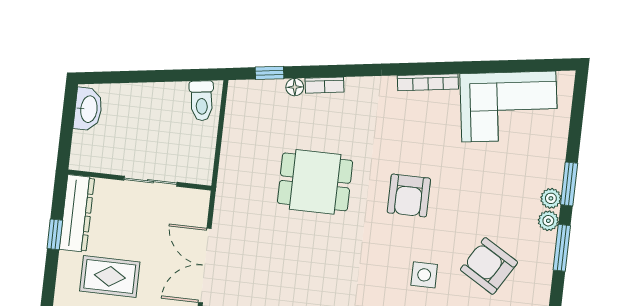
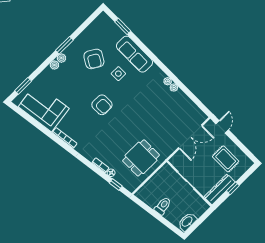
toilet: (202, 101) -> (163, 206), moved
dining table: (315, 182) -> (141, 158), moved, turned 90
window: (569, 184) -> (23, 86), moved
armchair: (409, 195) -> (102, 105), turned 90

